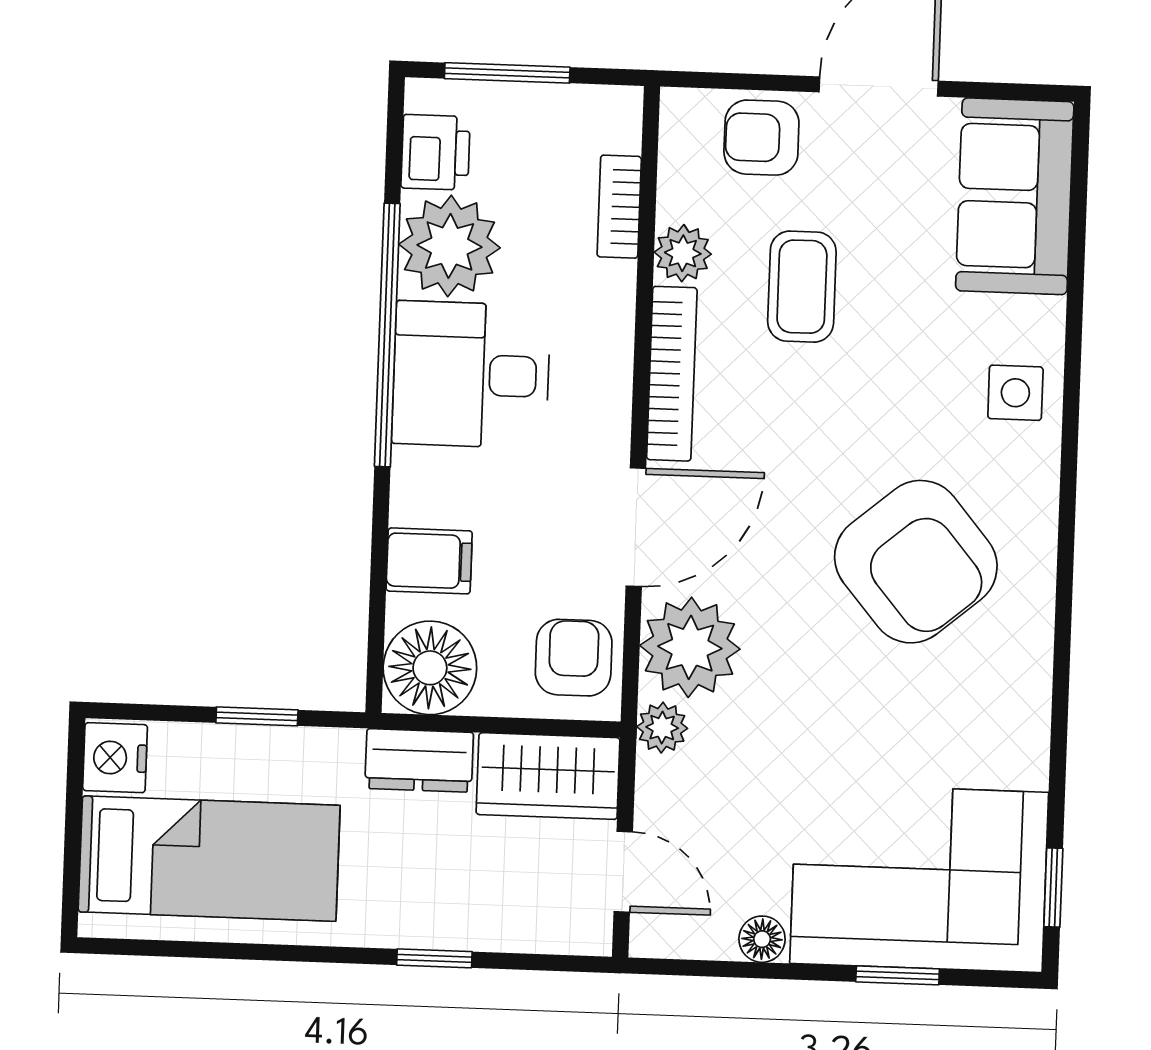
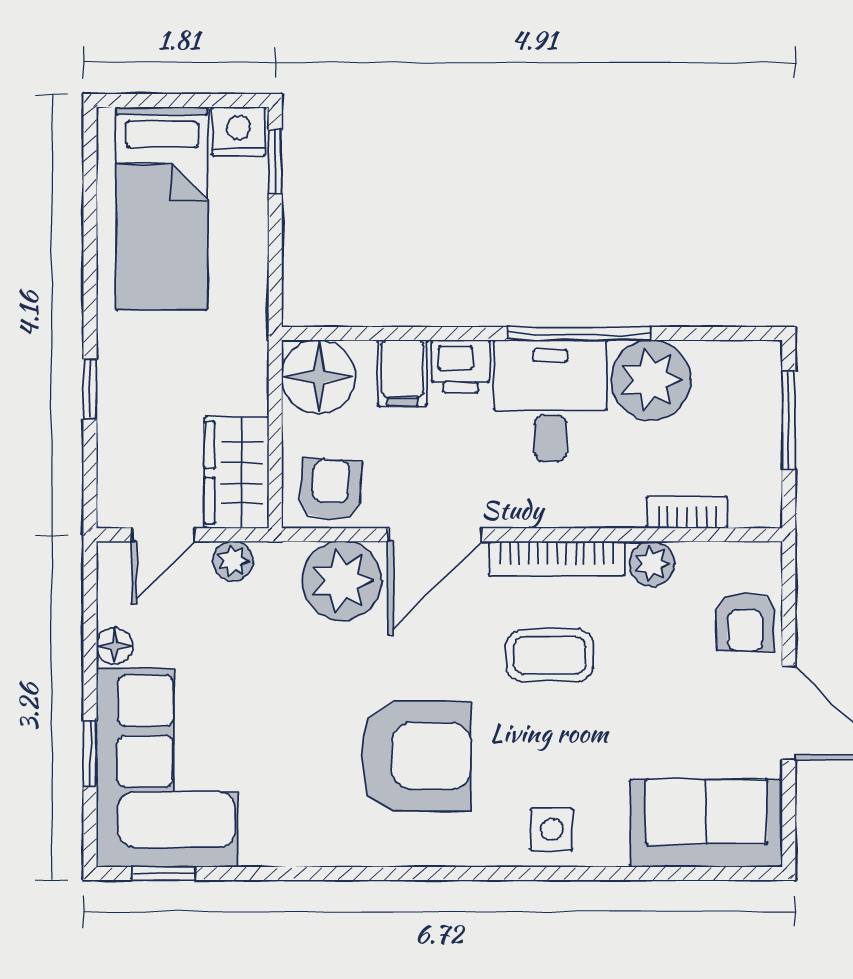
armchair: (761, 138) -> (745, 622), turned 180
printer: (436, 152) -> (461, 366), moved
coffee table: (802, 287) -> (550, 655), moved
window: (387, 335) -> (579, 333), width x0.68
door: (636, 527) -> (435, 535), hinge flipped
armchair: (916, 562) -> (416, 756), turned -140
armchair: (574, 658) -> (331, 489), turned -86
window: (257, 716) -> (275, 161), moved
plant: (662, 728) -> (233, 561), moved
dresser: (419, 760) -> (245, 371), removed

